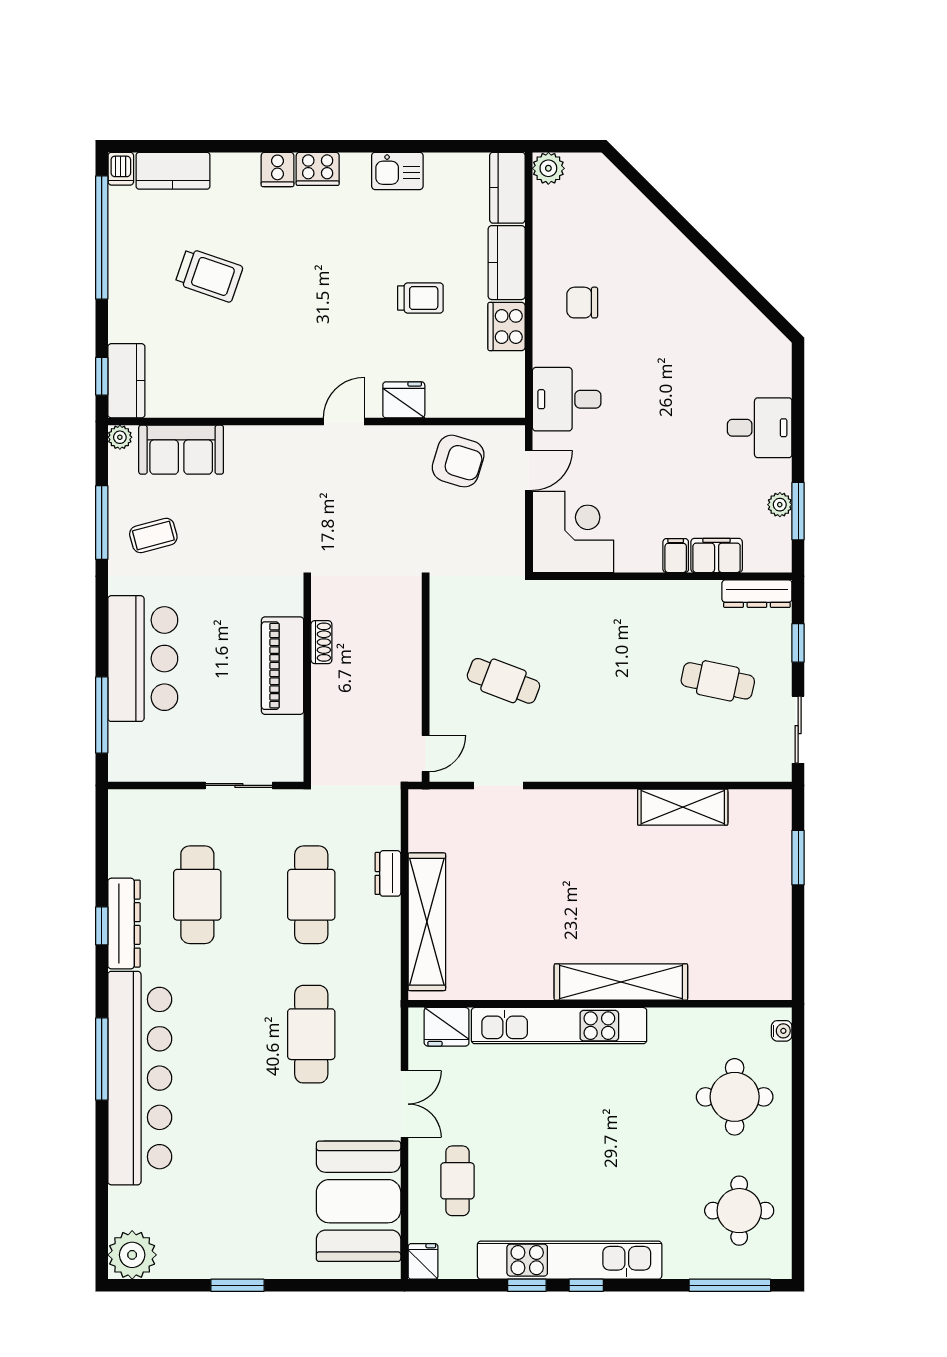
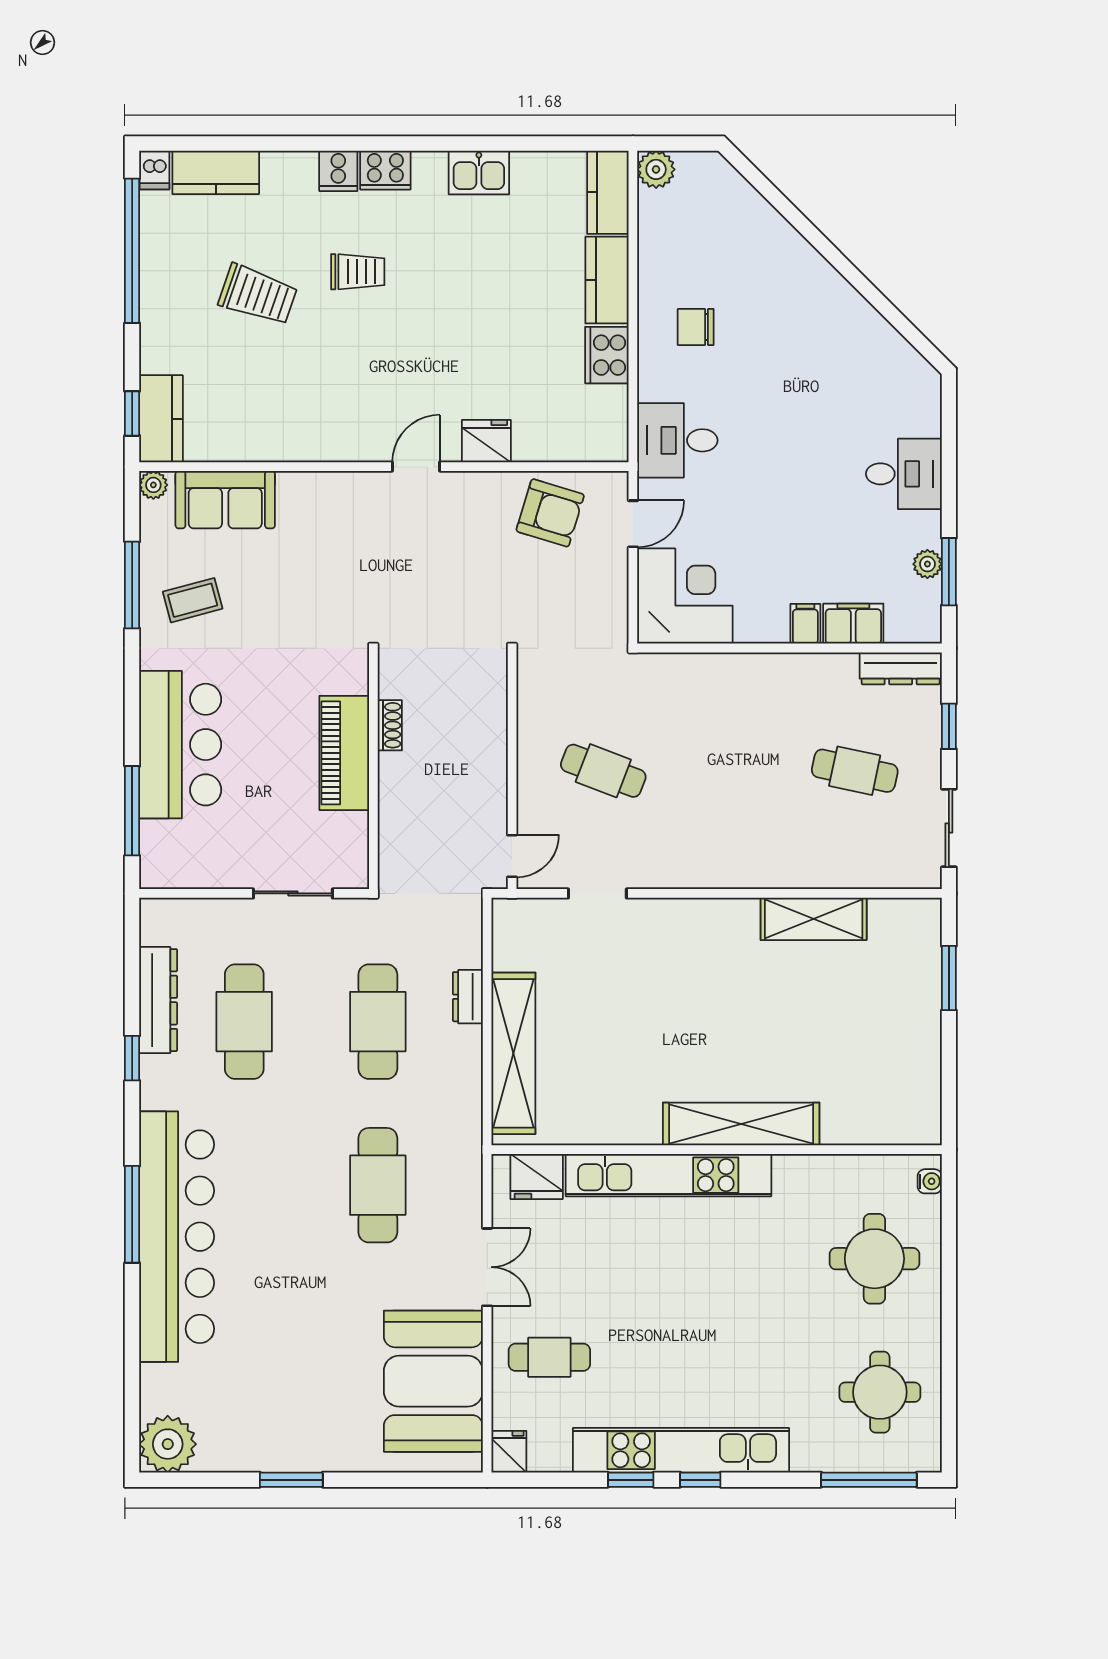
trolley: (420, 298) -> (358, 272), moved
dresser: (124, 924) -> (158, 1000), moved
cafe table: (457, 1181) -> (549, 1357), turned 90

